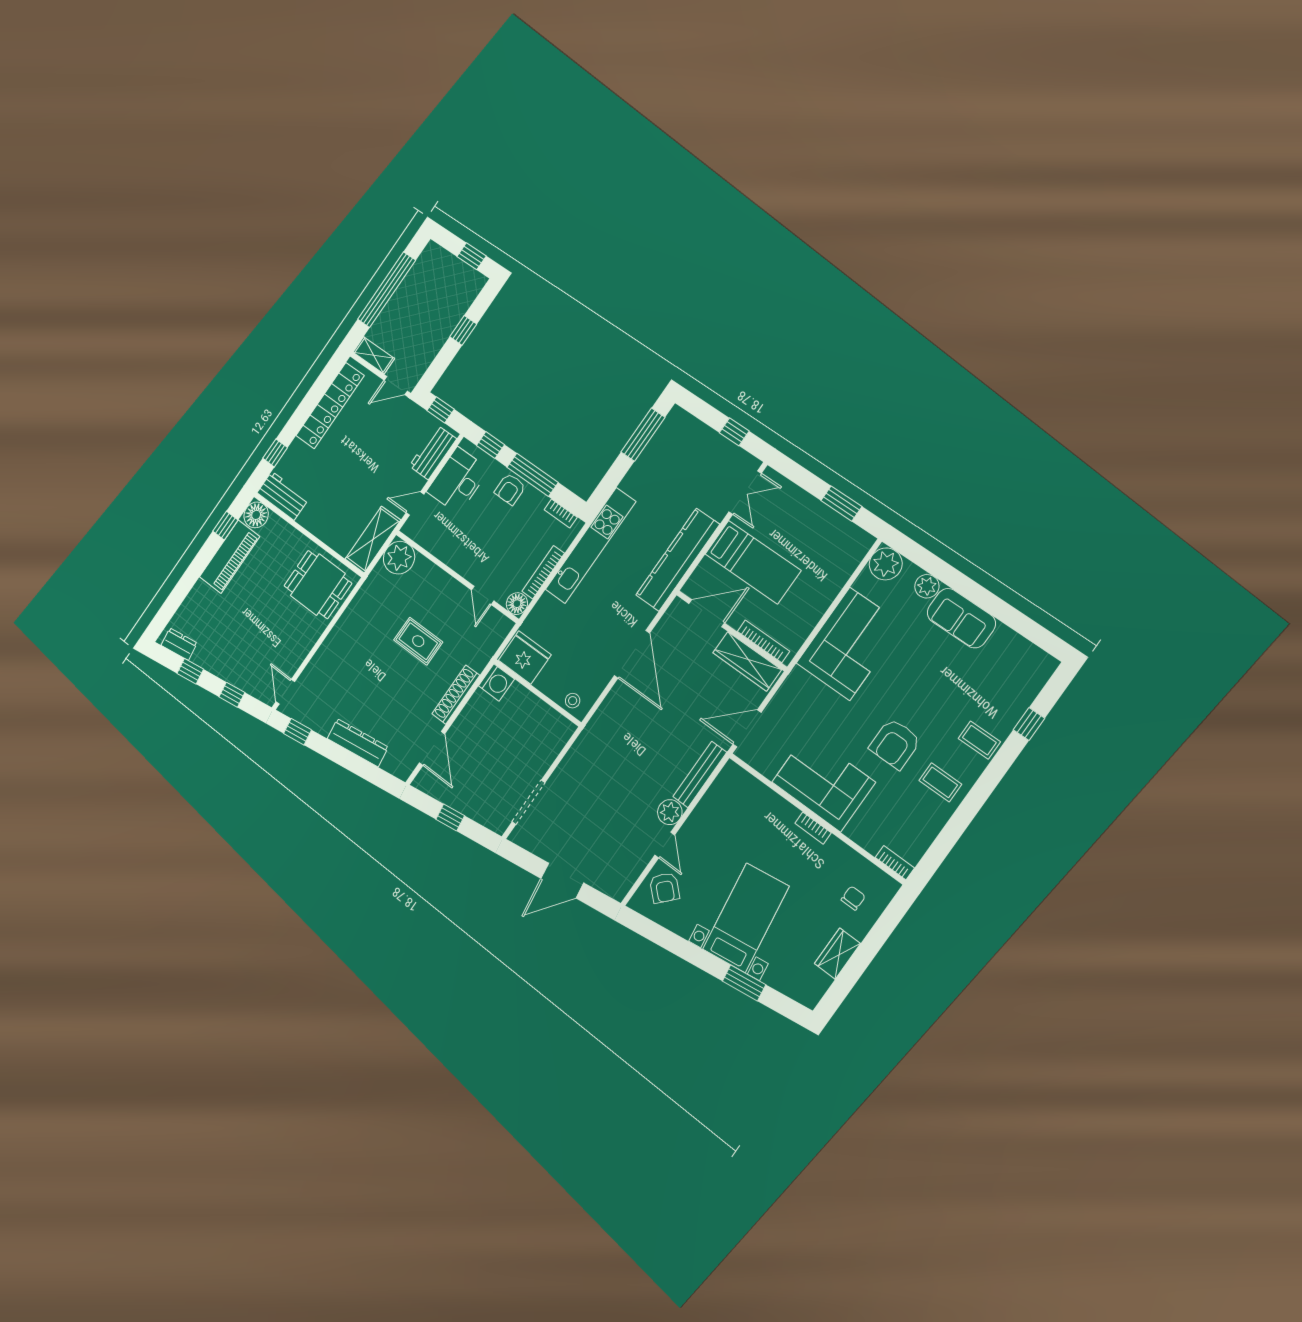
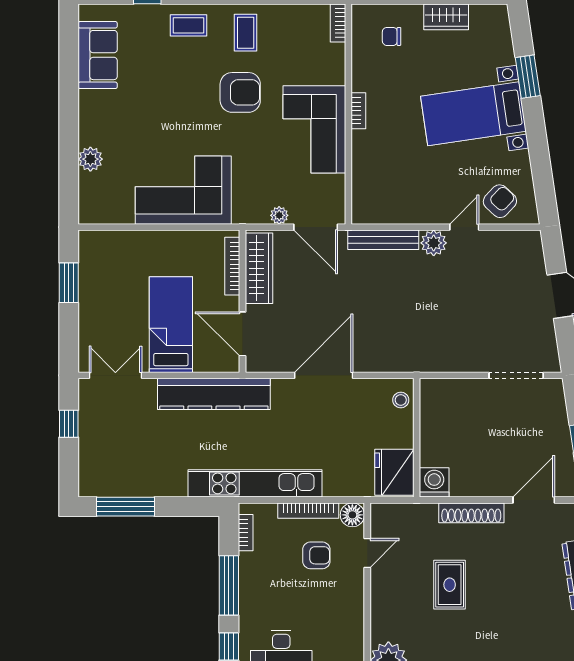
armchair: (510, 489) -> (316, 555), moved
plant: (886, 564) -> (279, 215), moved, width x0.53, depth x0.53
sofa: (961, 618) -> (98, 55), moved
coffee table: (979, 740) -> (188, 25), turned 90

